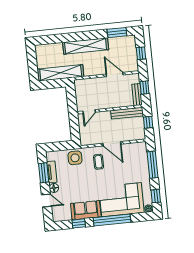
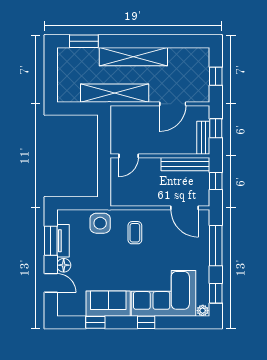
window: (117, 33) -> (84, 41), moved
shelving: (61, 73) -> (115, 93), moved
door: (115, 74) -> (173, 104), swing flipped
door: (112, 144) -> (185, 208), moved
window: (112, 220) -> (146, 322), width x0.32

